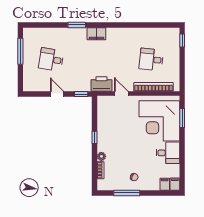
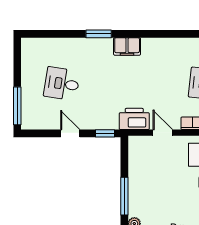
window: (20, 51) -> (17, 106), moved
window: (95, 137) -> (124, 196), width x2.17

